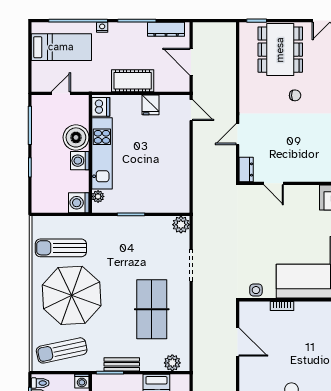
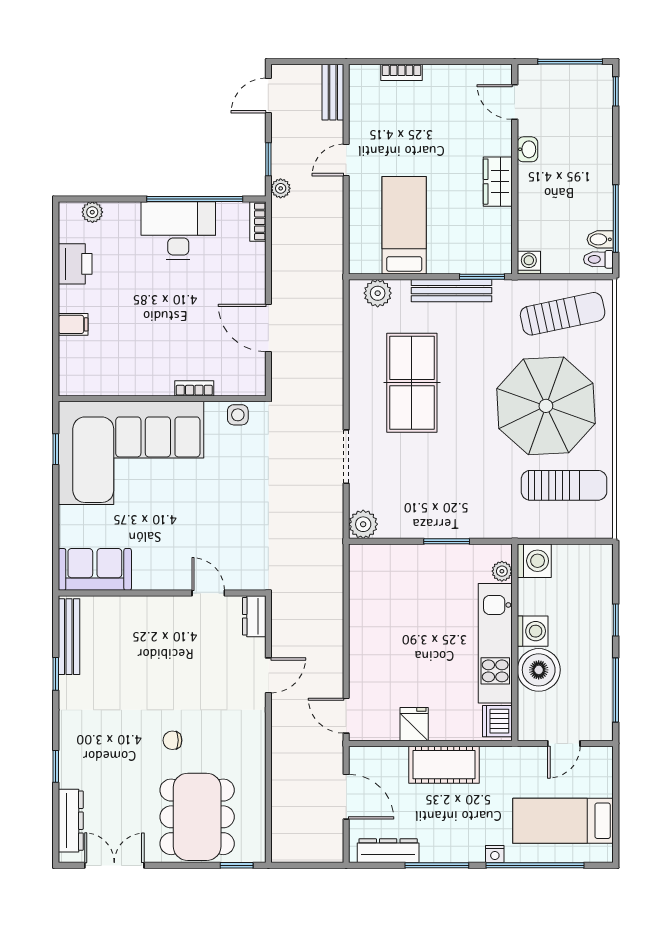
bench: (122, 364) -> (451, 291), width x1.36

